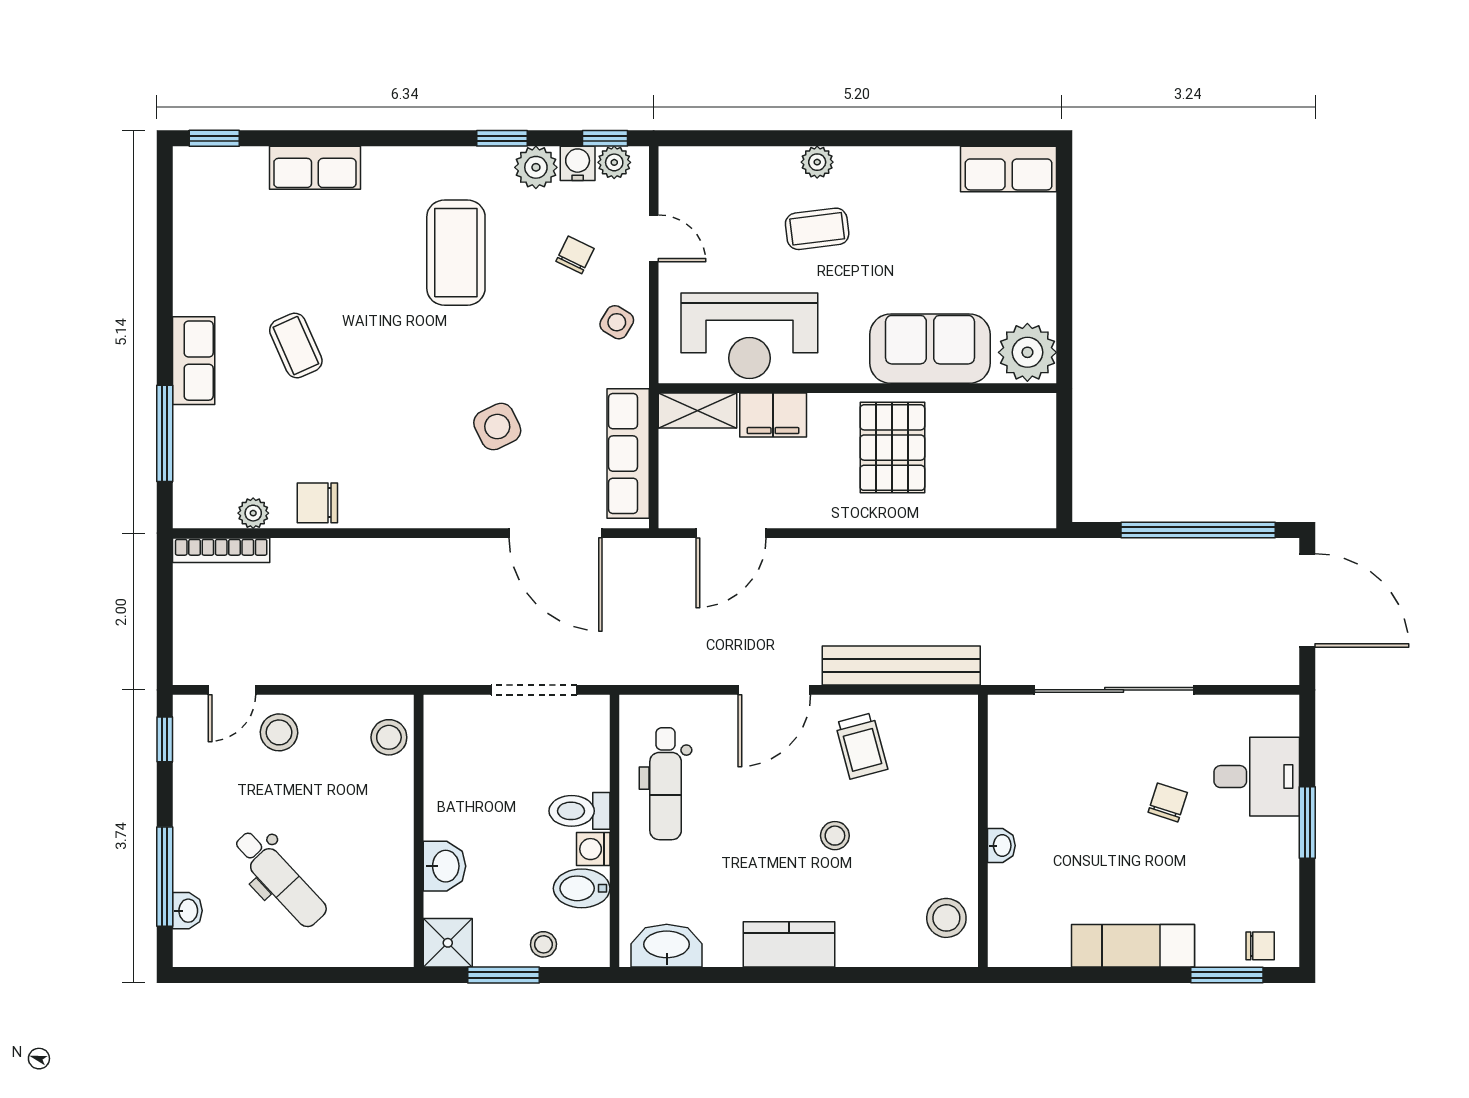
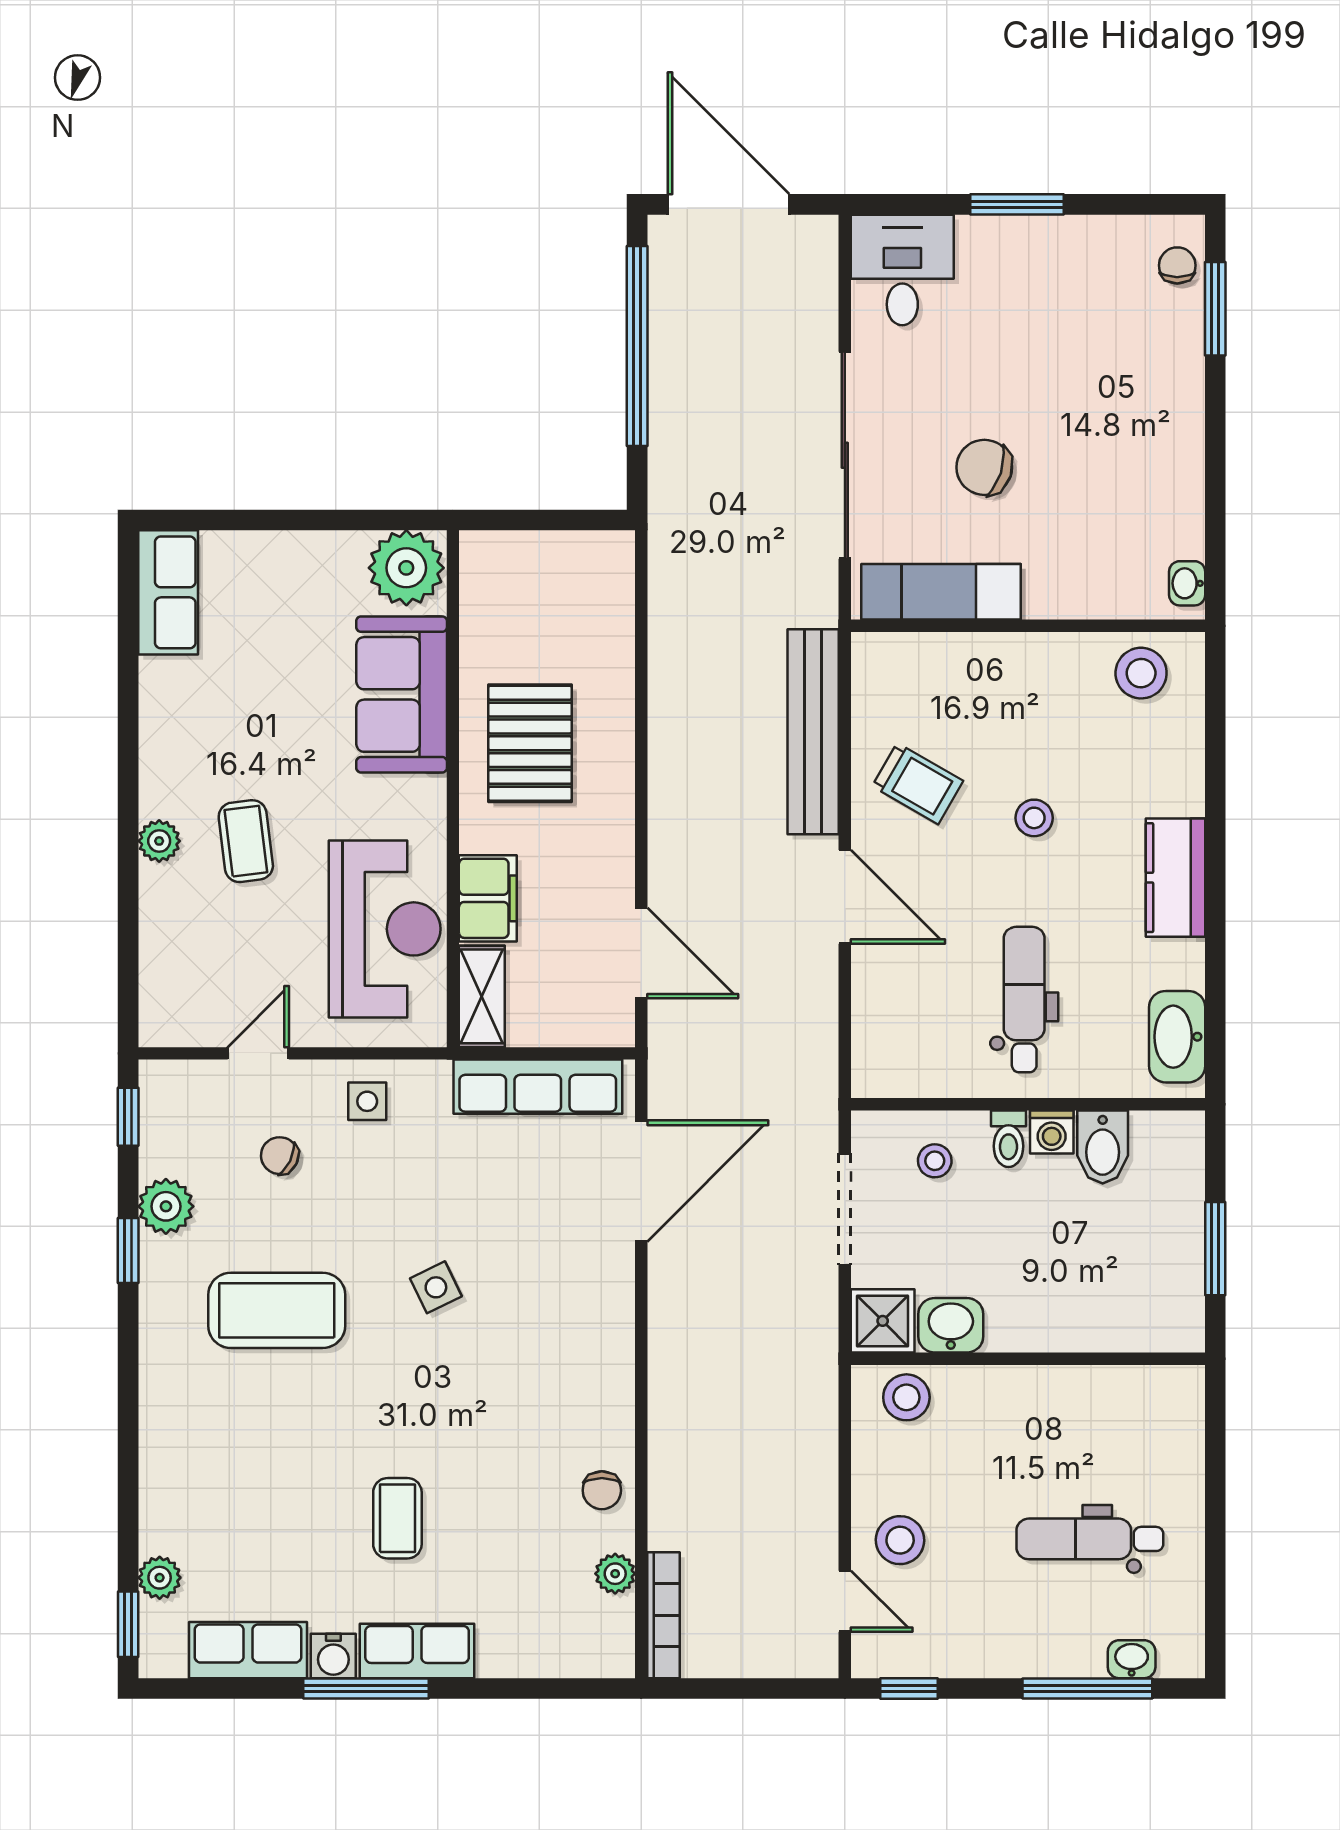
plant: (614, 162) -> (160, 1578), moved
water cooler: (578, 163) -> (333, 1656), moved, turned -90
row of seats: (315, 168) -> (248, 1650), moved, turned -90
side table: (617, 322) -> (367, 1101), turned -31
coffee table: (296, 345) -> (397, 1518), turned -66
side table: (497, 427) -> (436, 1287), moved, width x0.73, depth x0.73
window: (165, 433) -> (366, 1689), moved
pallet: (892, 448) -> (530, 743), turned 90
chair: (317, 503) -> (602, 1490), width x0.73, depth x0.73
door: (1307, 600) -> (729, 204), hinge flipped
trolley: (861, 746) -> (918, 784), turned 45
desk: (1257, 777) -> (902, 270), moved
dental chair: (666, 784) -> (1024, 1000), moved, turned -90
chair: (1168, 802) -> (984, 467), moved, width x1.37, depth x1.37
toilet: (579, 811) -> (1009, 1139), width x0.73, depth x0.72
washbasin: (1001, 846) -> (1187, 583), moved, turned -90
washbasin: (444, 866) -> (951, 1325), moved
dental chair: (280, 879) -> (1090, 1539), turned -137
shower: (448, 943) -> (883, 1321), moved
stool: (543, 944) -> (935, 1161), moved
exam couch: (1133, 946) -> (941, 592), moved, turned 90

